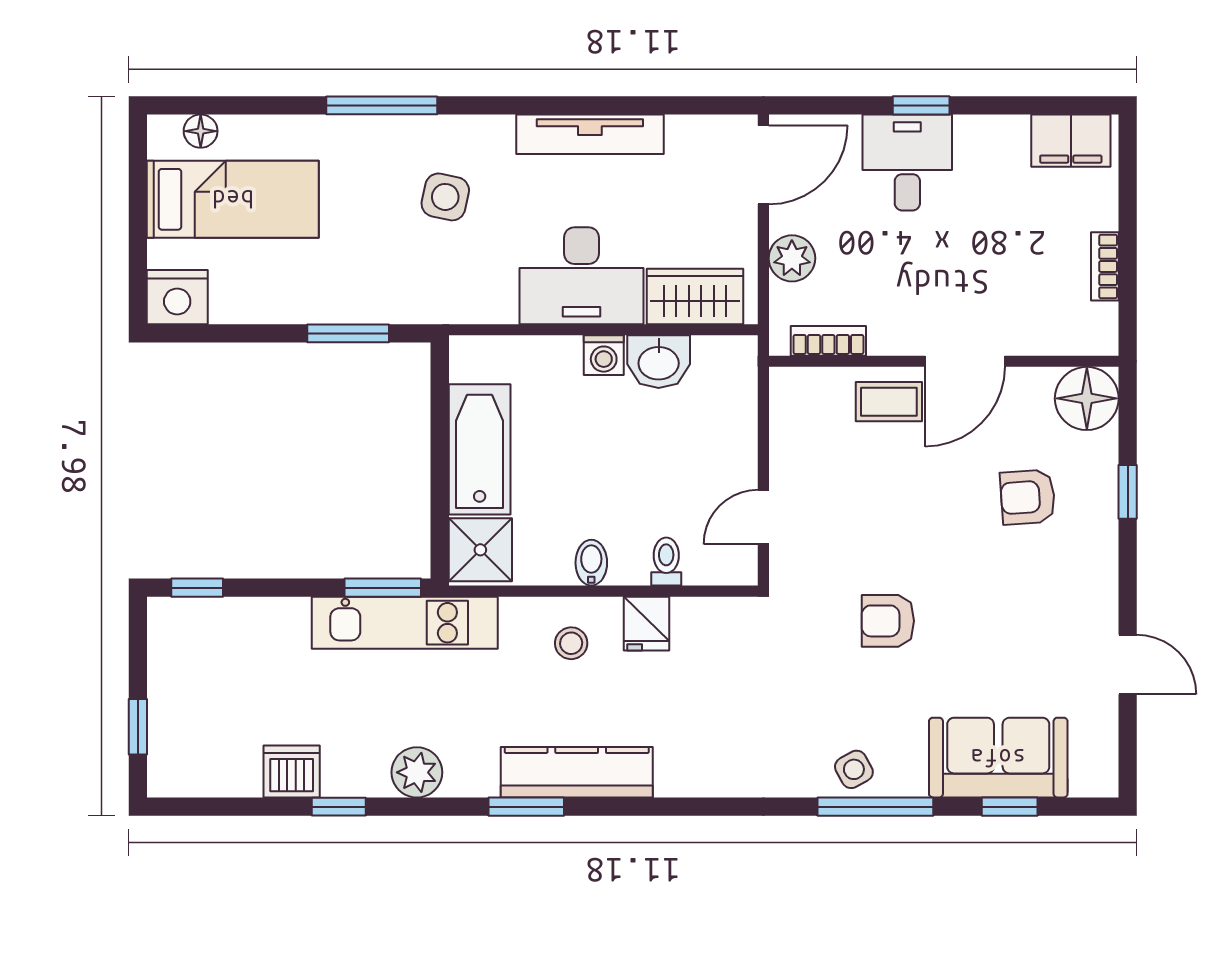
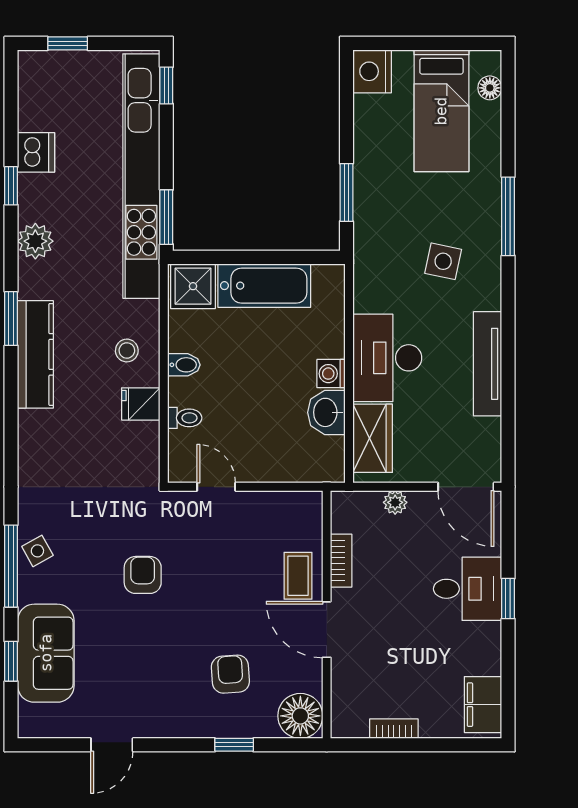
plant: (792, 258) -> (395, 502), width x0.73, depth x0.73
bookcase: (828, 341) -> (341, 561), moved
kitchen unit: (405, 623) -> (141, 176), width x1.86

